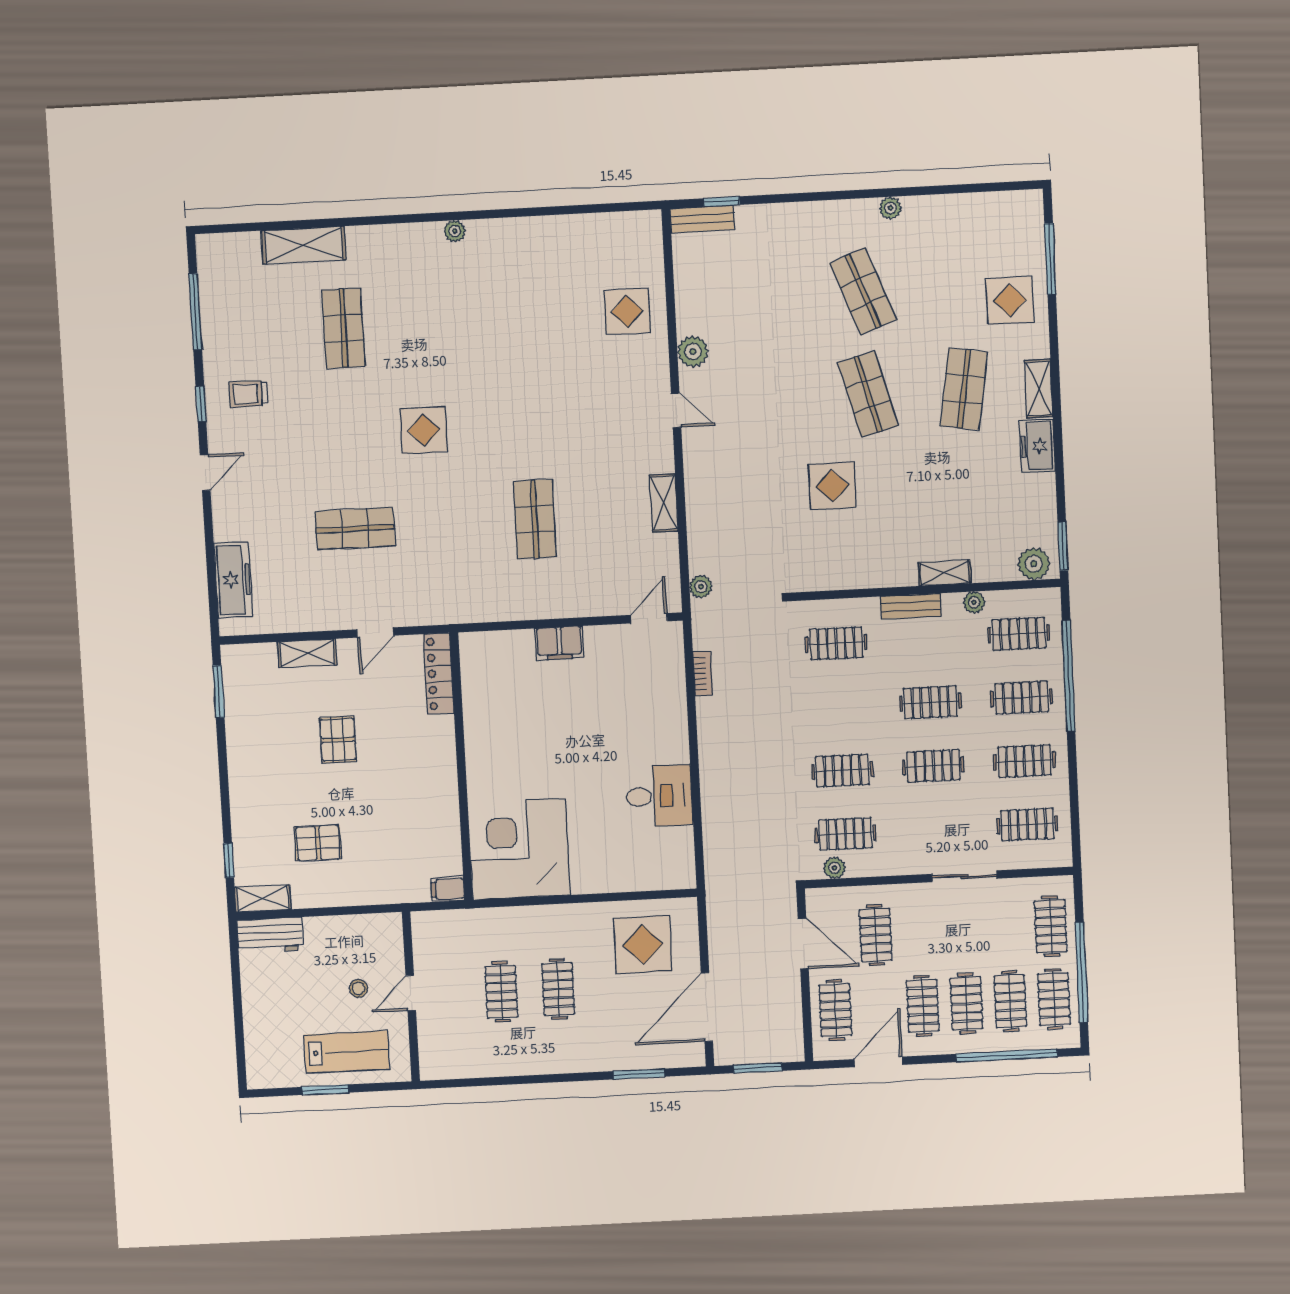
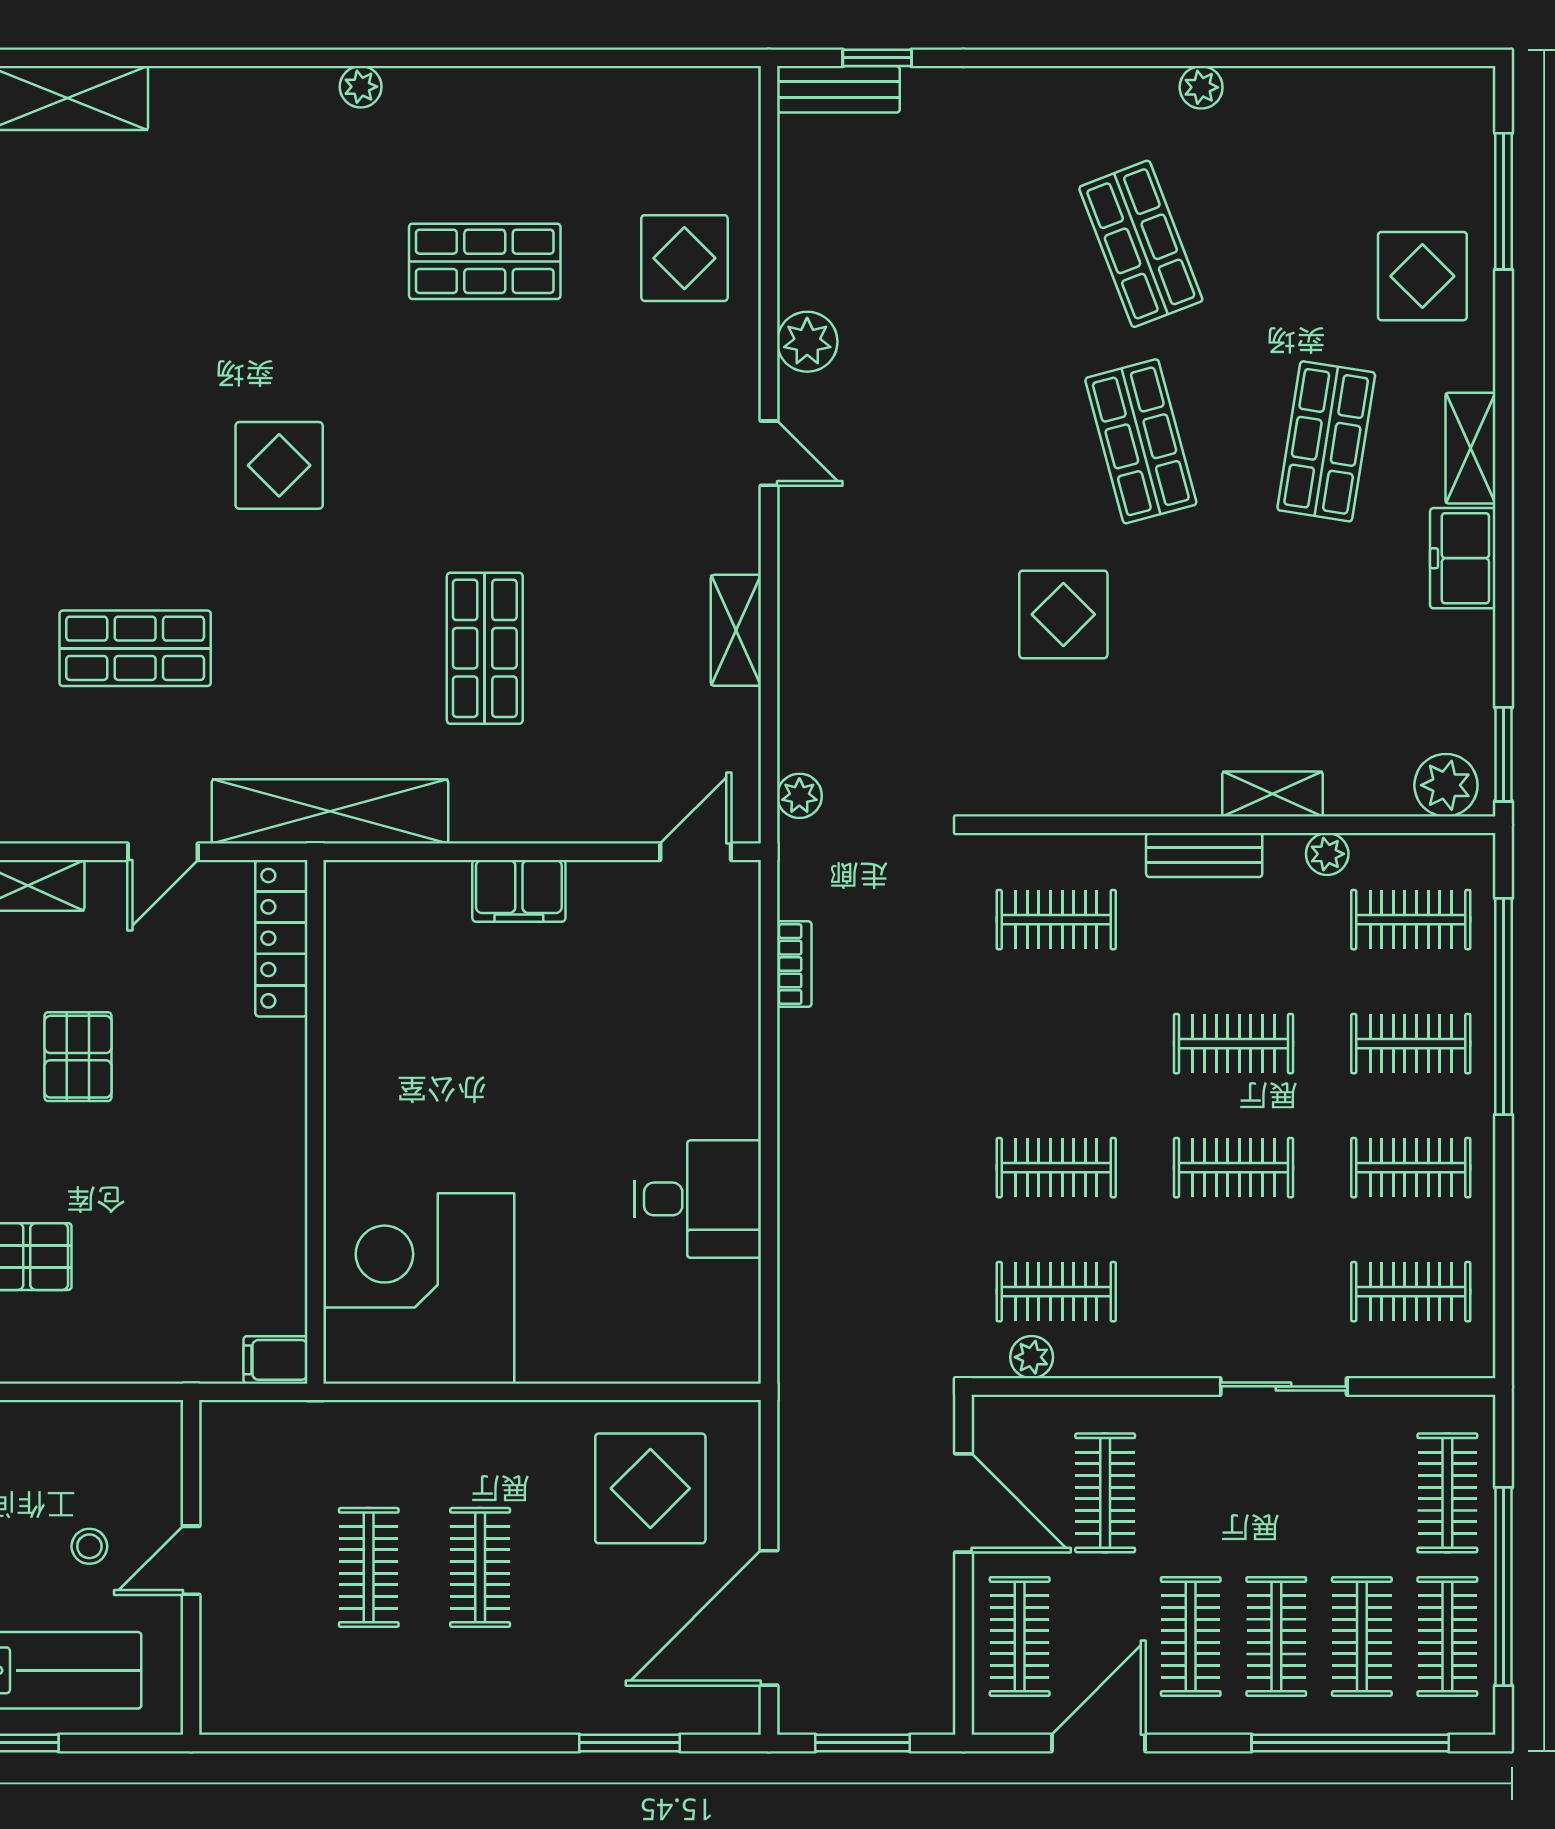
shop shelf: (343, 328) -> (485, 261), moved, turned 90
shelving: (460, 607) -> (330, 811), added

